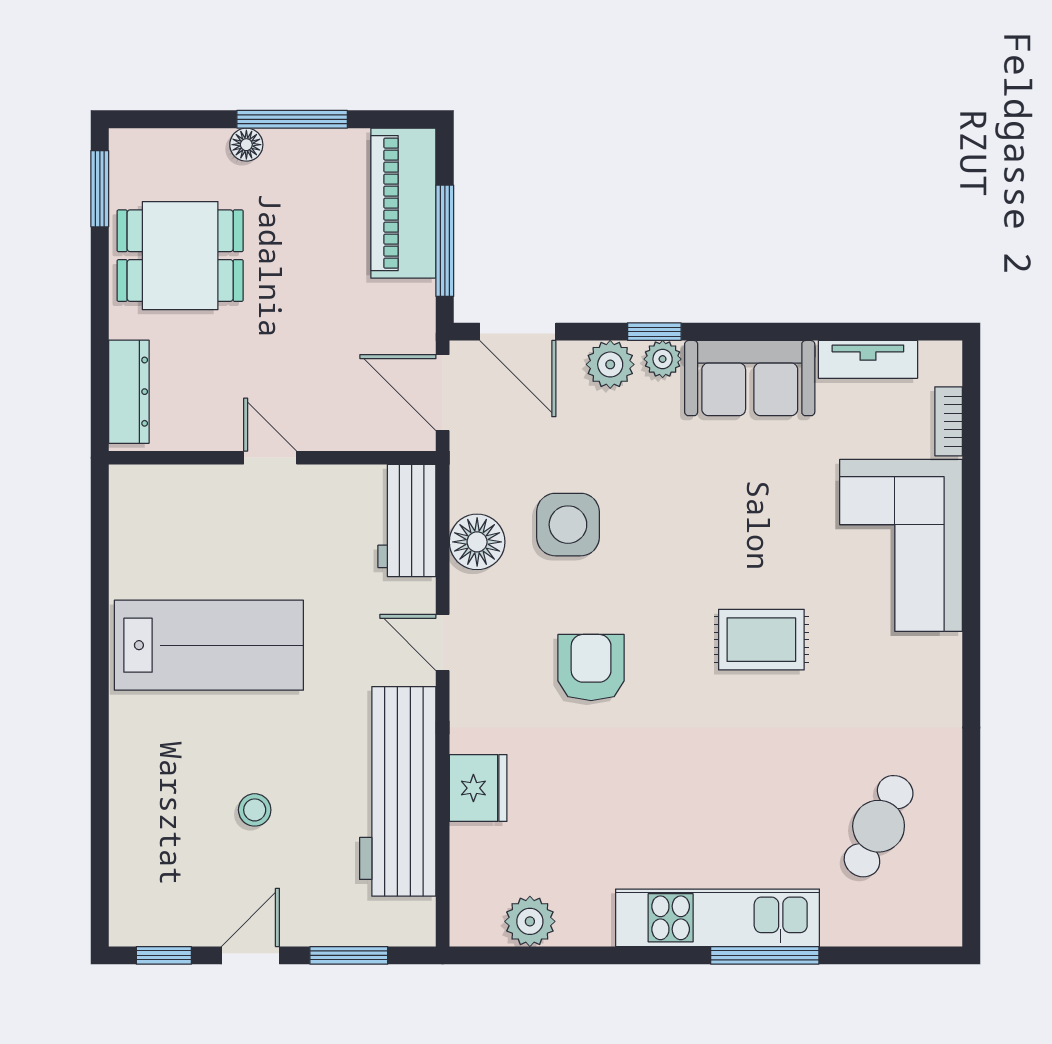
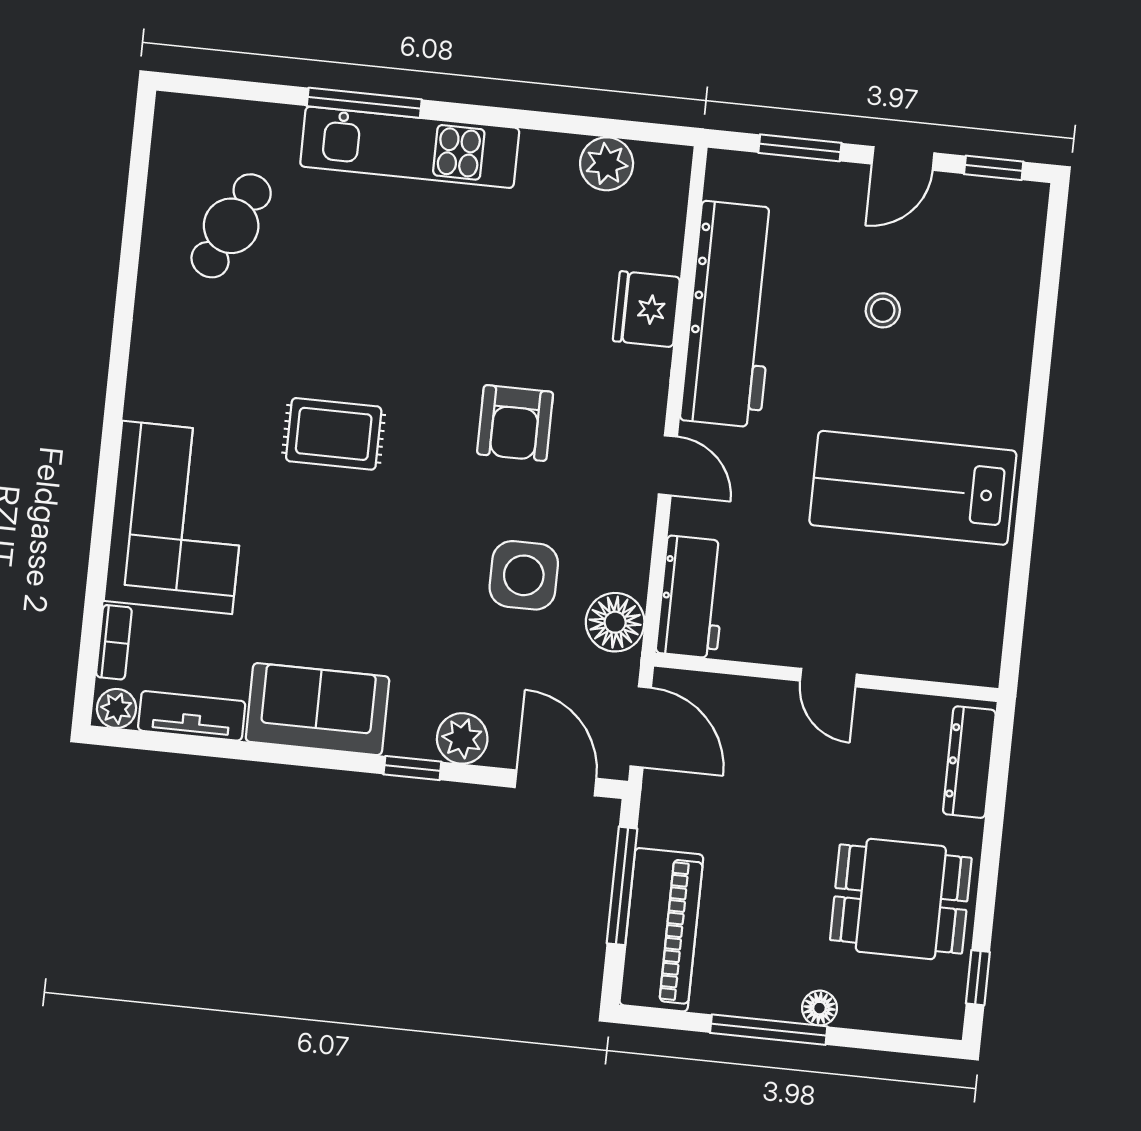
window: (100, 189) -> (978, 978), width x0.67
plant: (663, 359) -> (117, 708), moved
floor lamp: (477, 542) -> (615, 622), moved

